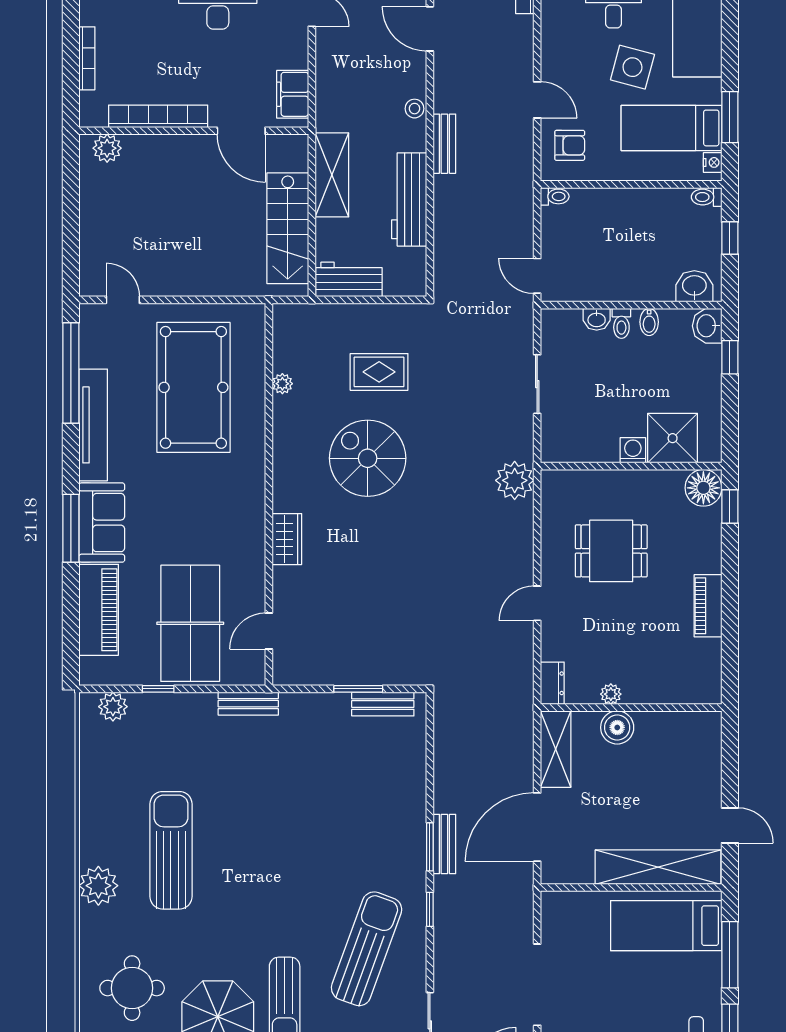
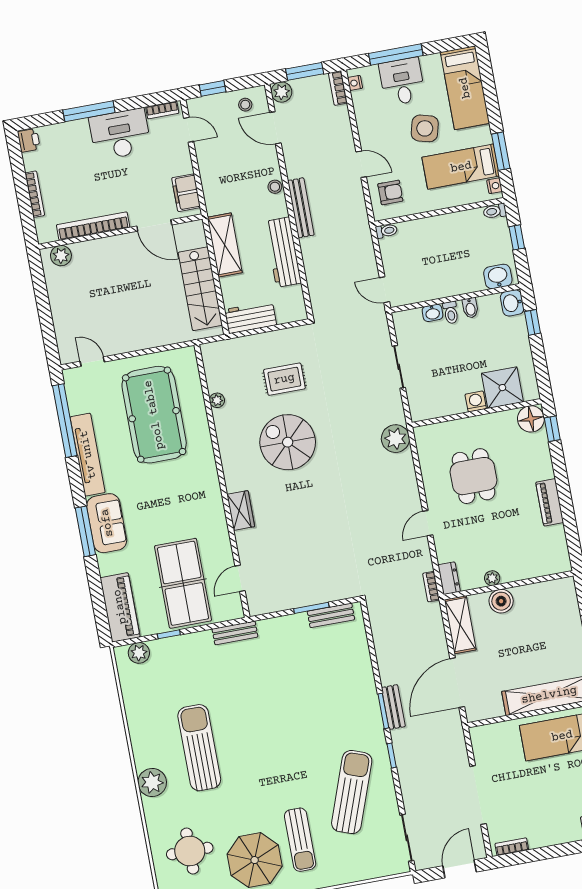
bench: (444, 144) -> (301, 208), width x1.36
dining table: (611, 551) -> (474, 476), turned 90
piano: (99, 610) -> (120, 607), moved
bookcase: (526, 690) -> (431, 587), added

